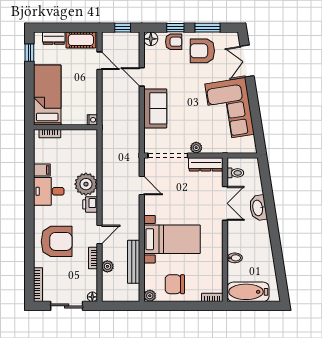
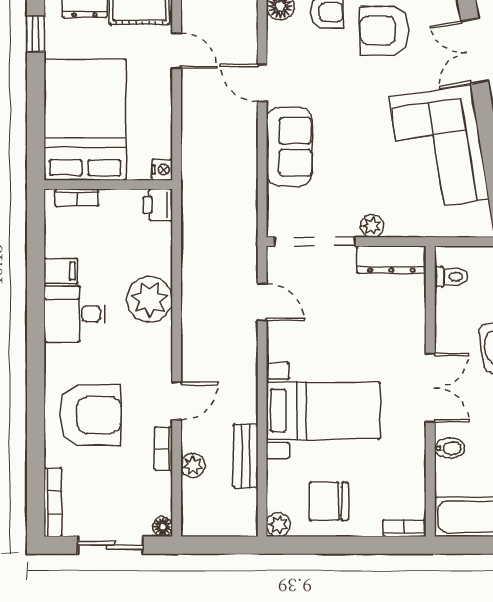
bed: (47, 95) -> (85, 120), width x1.50
double door: (225, 203) -> (430, 388), moved
printer: (90, 204) -> (158, 205), moved
bench: (134, 262) -> (246, 456), width x0.73

